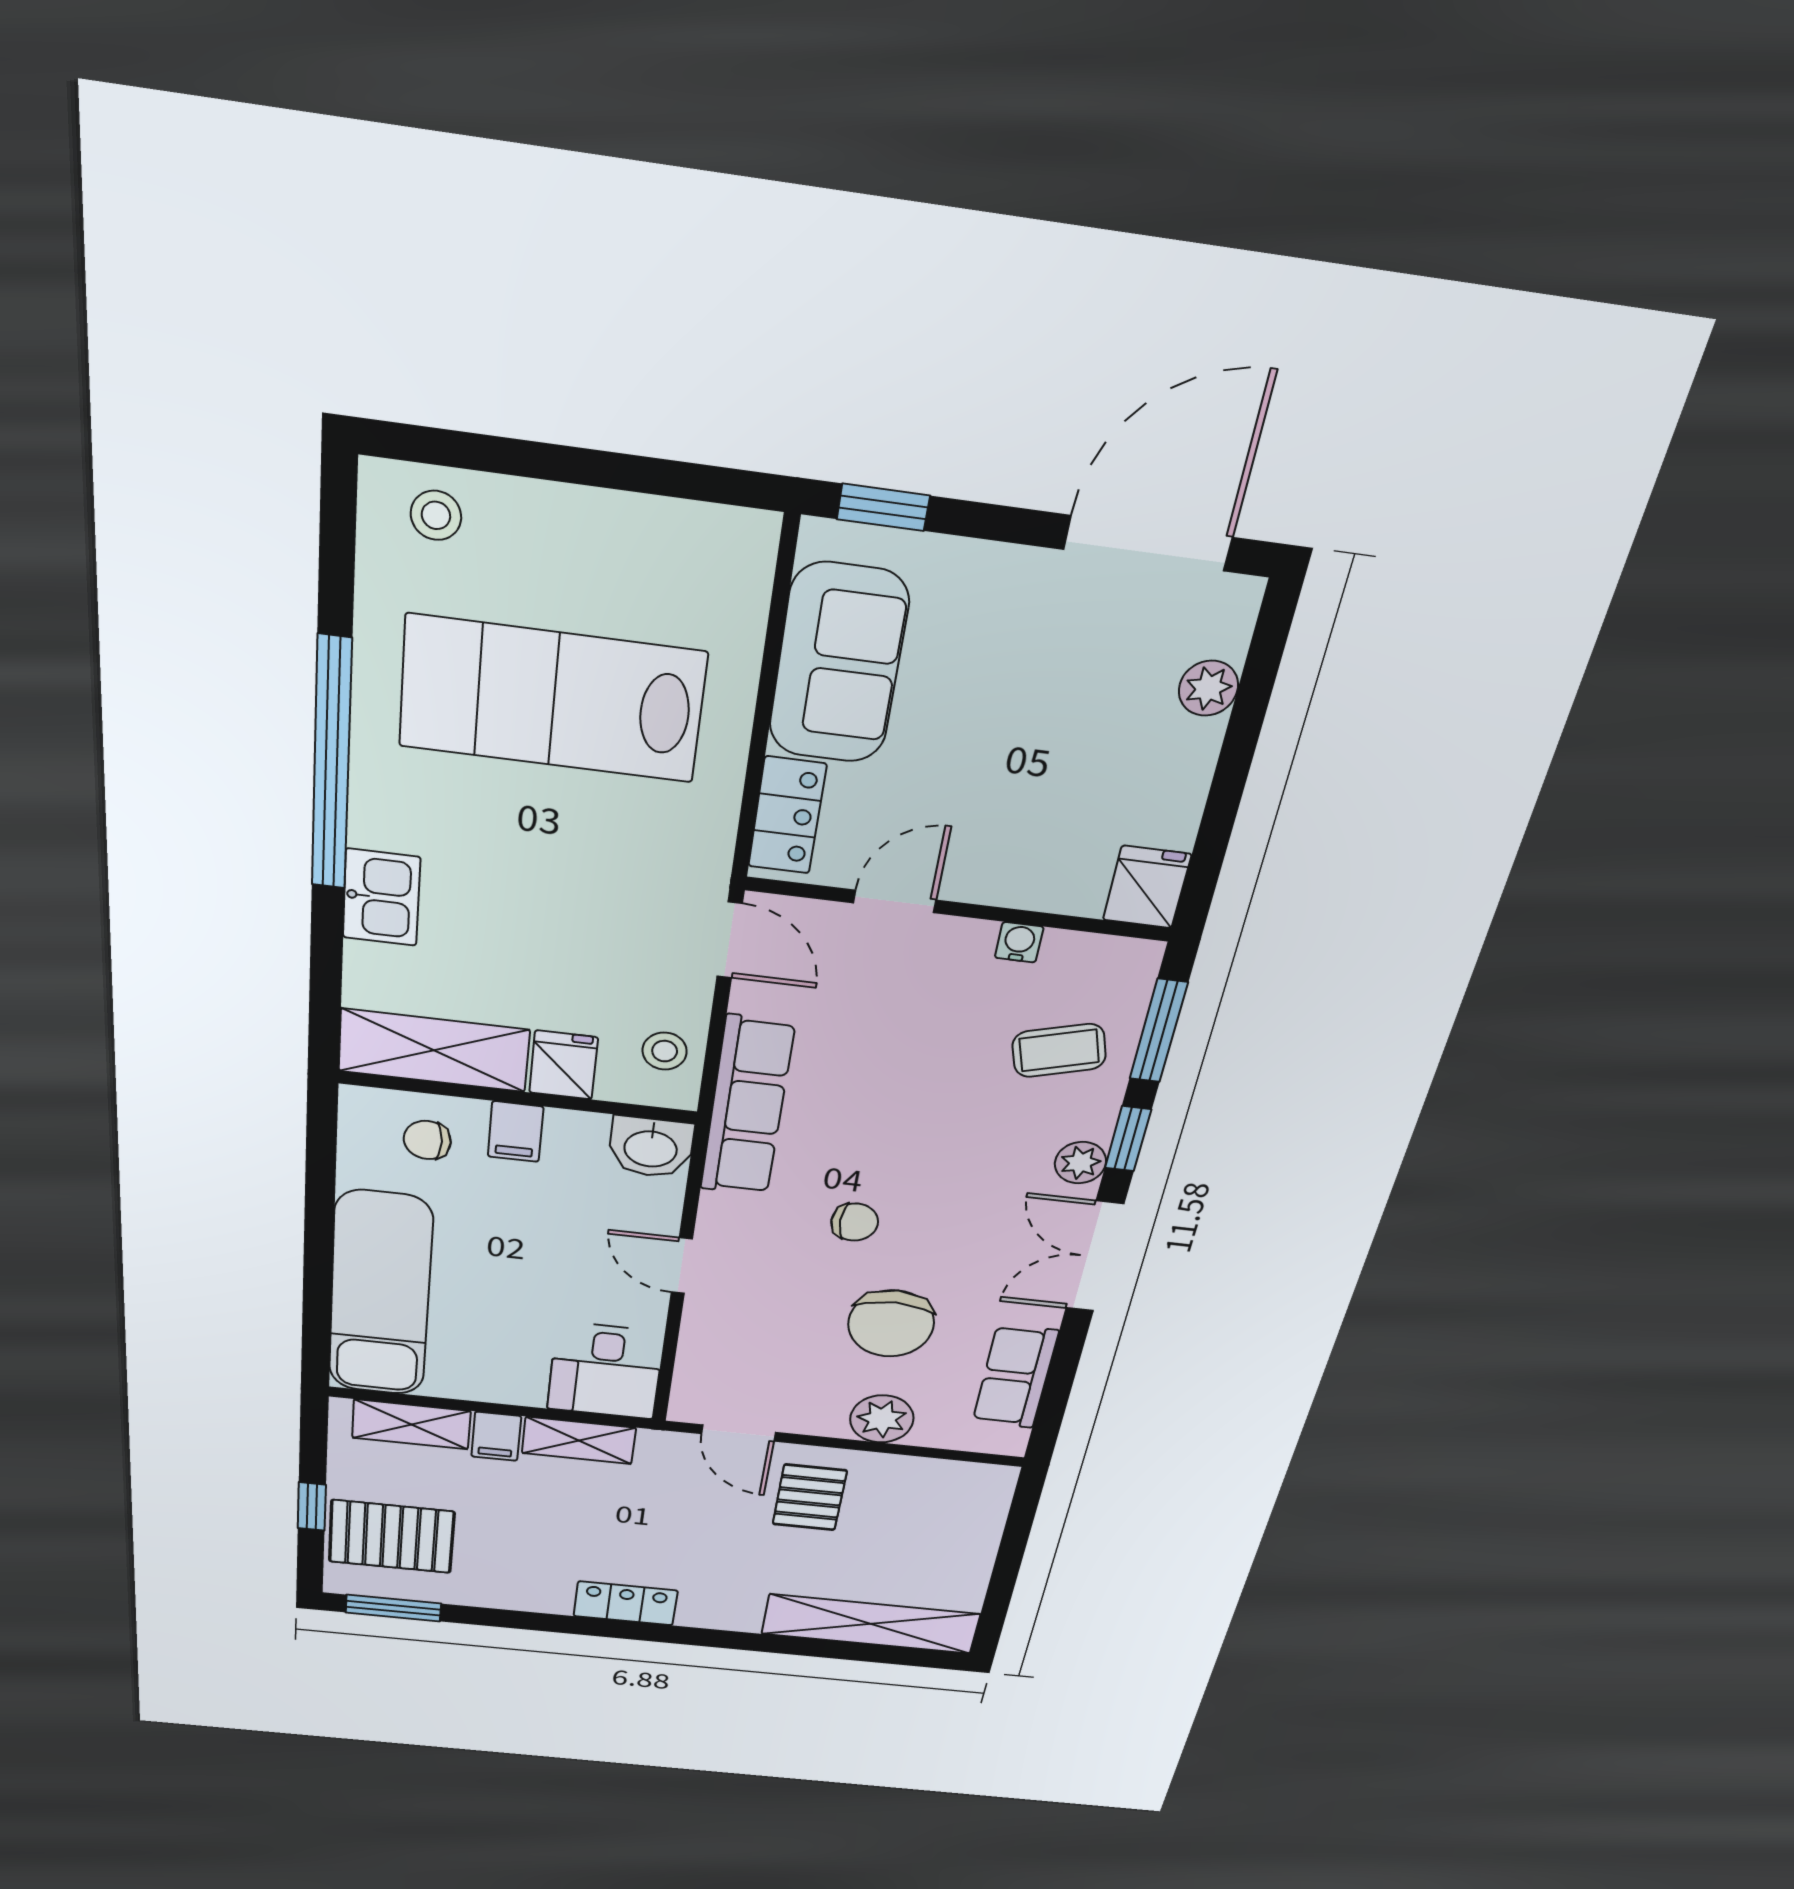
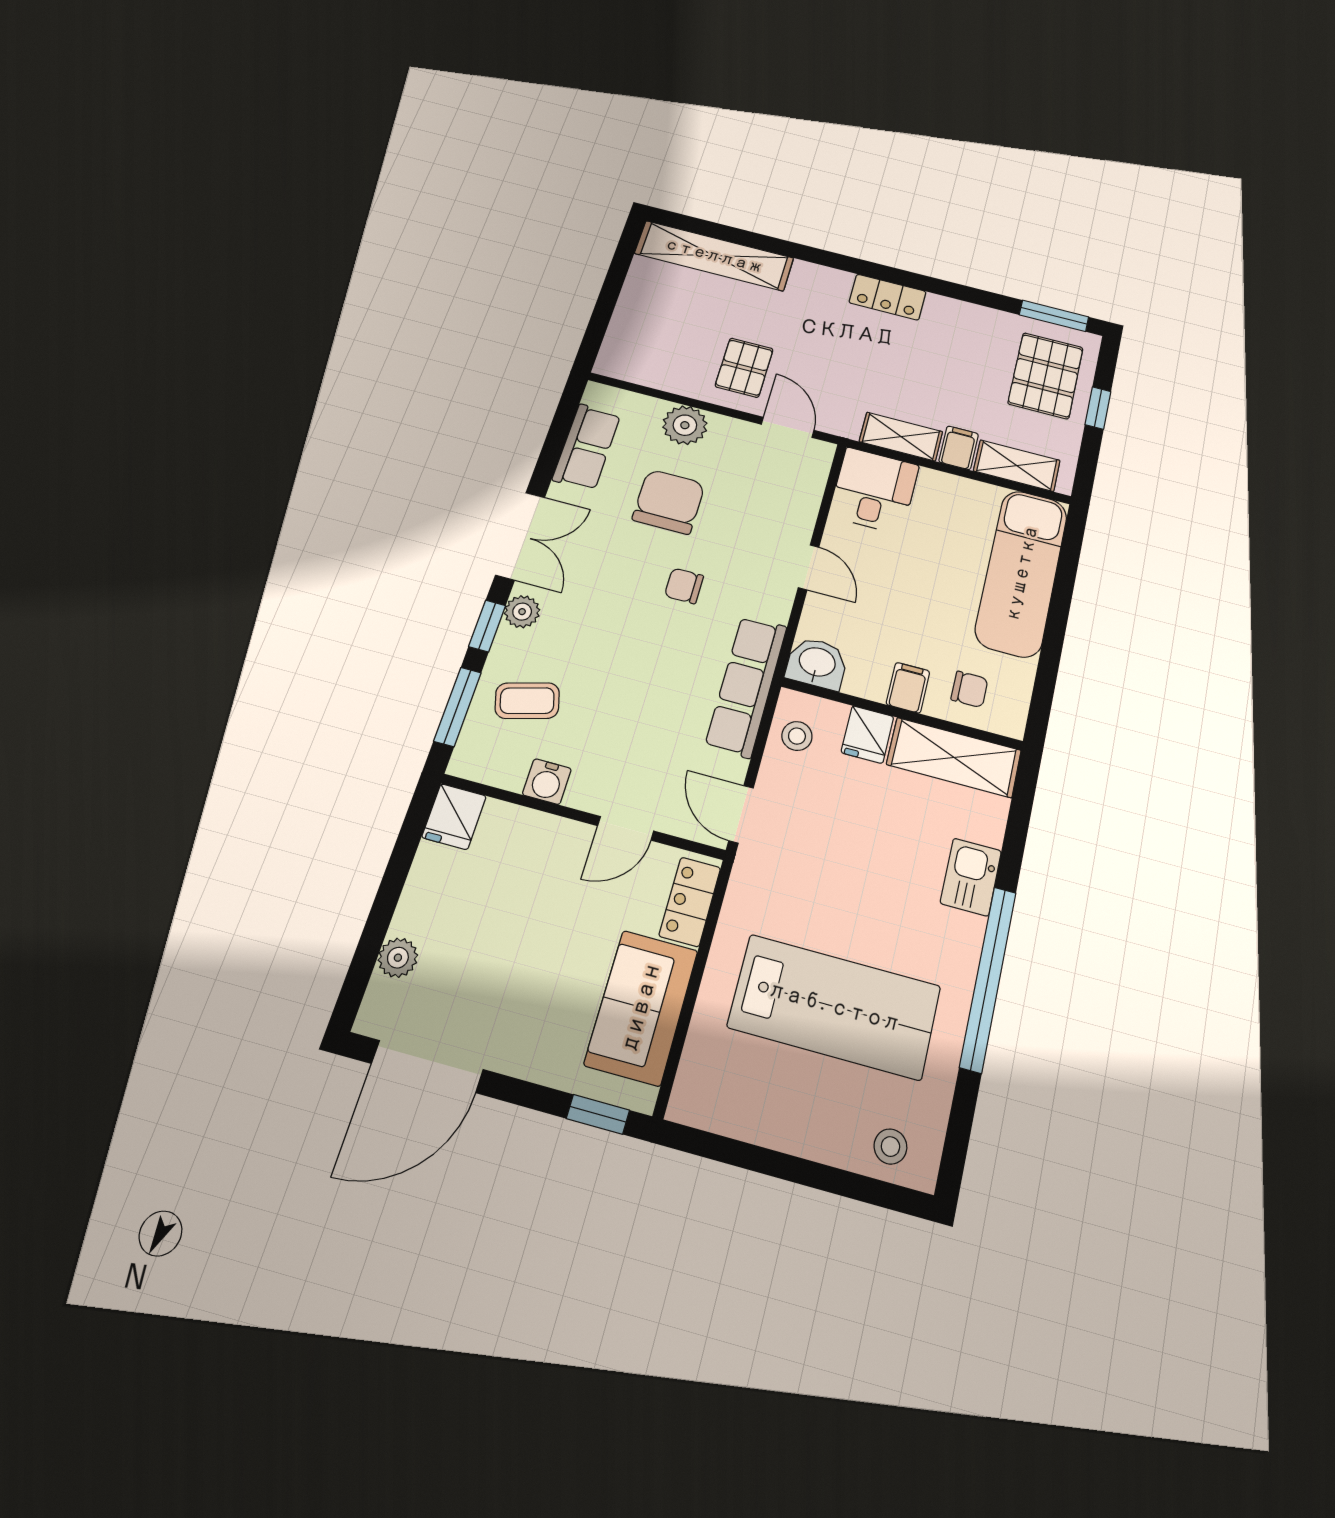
water cooler: (1019, 942) -> (547, 782), width x1.38, depth x1.38
pallet: (391, 1537) -> (1046, 376), turned 90

